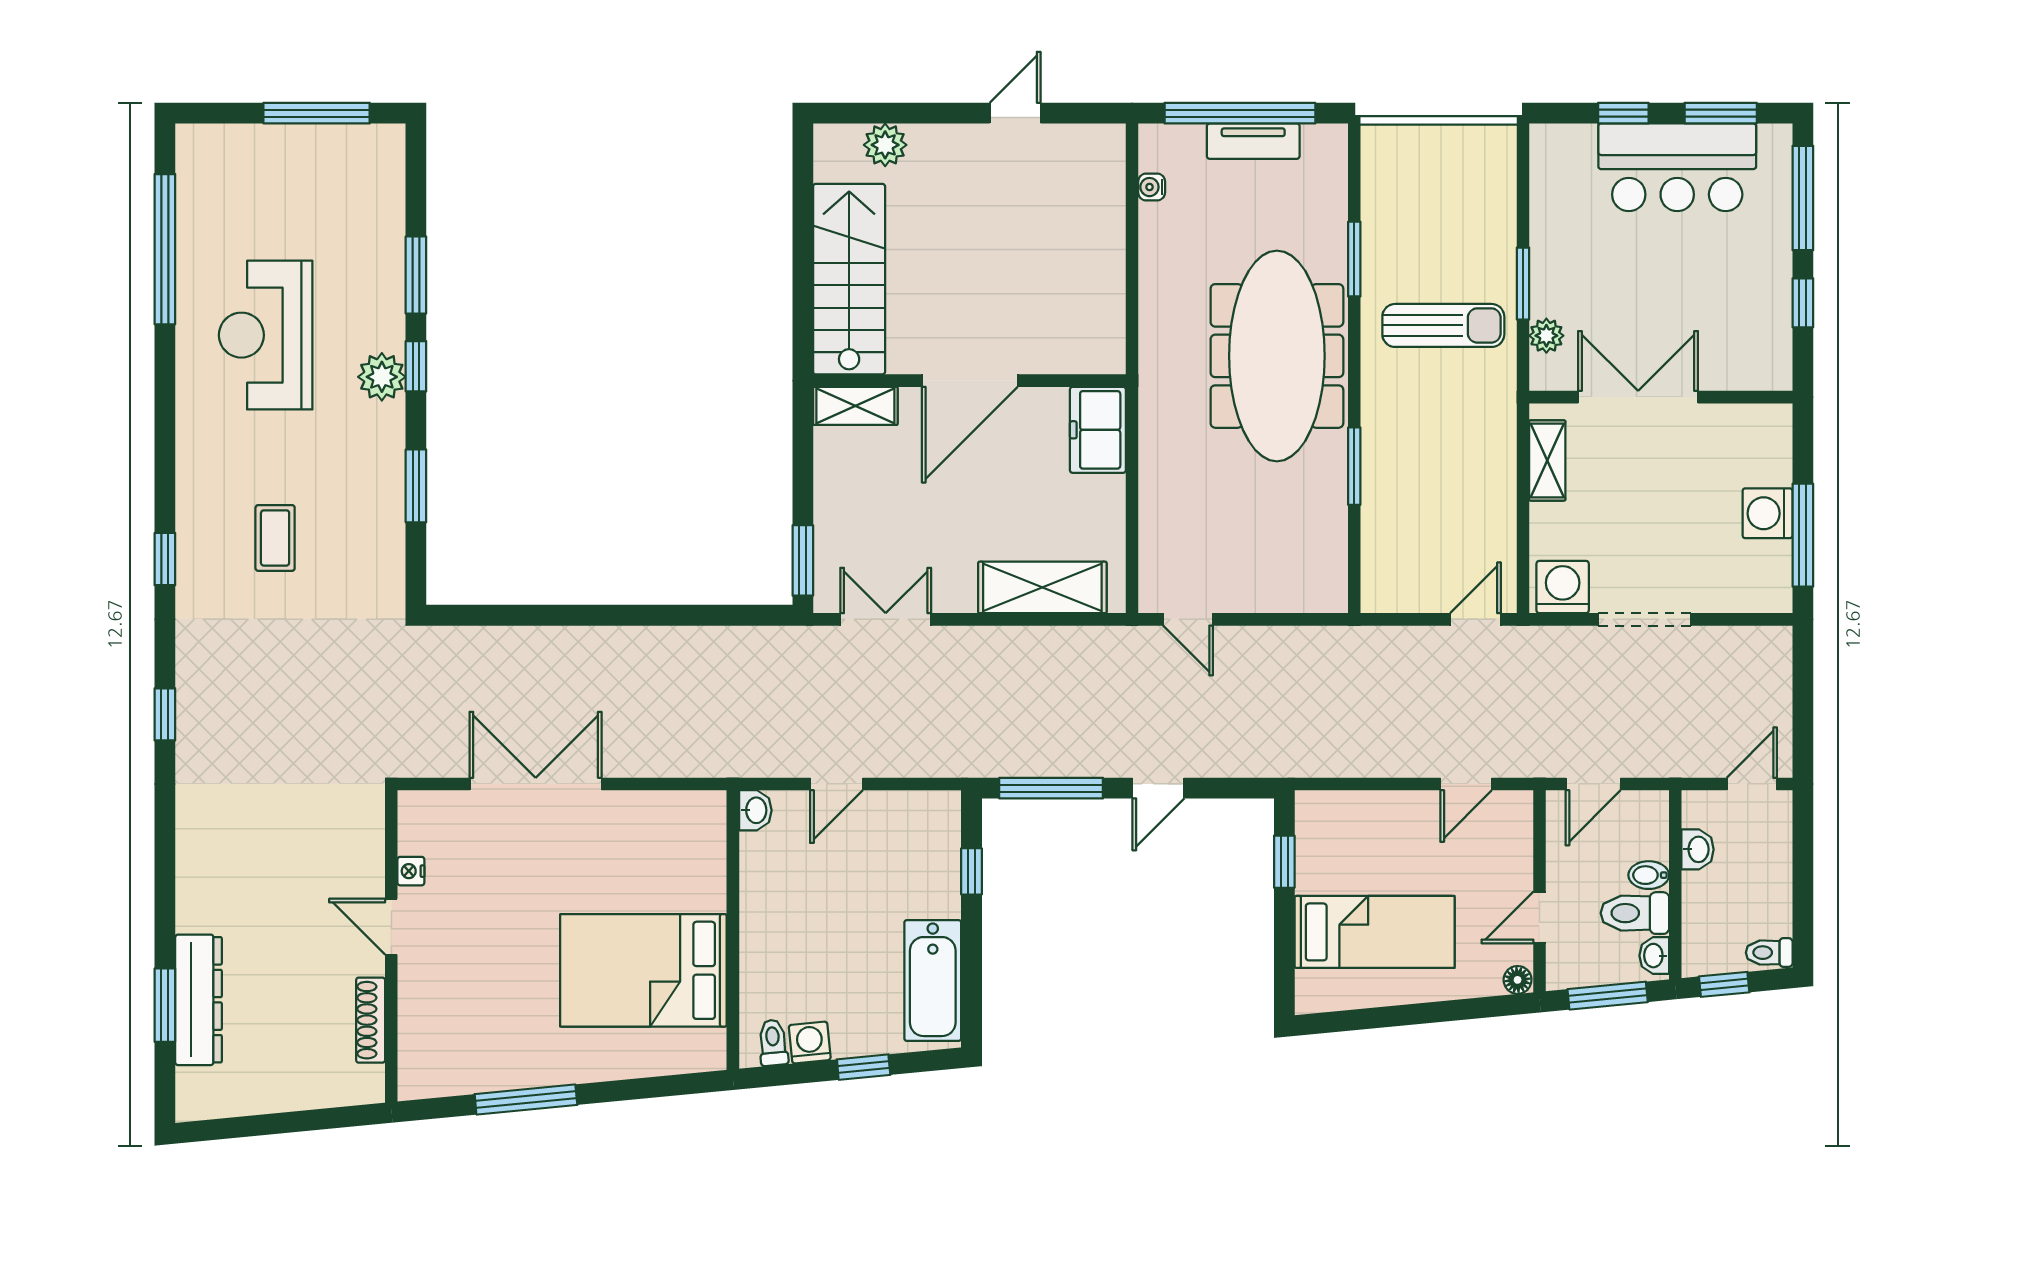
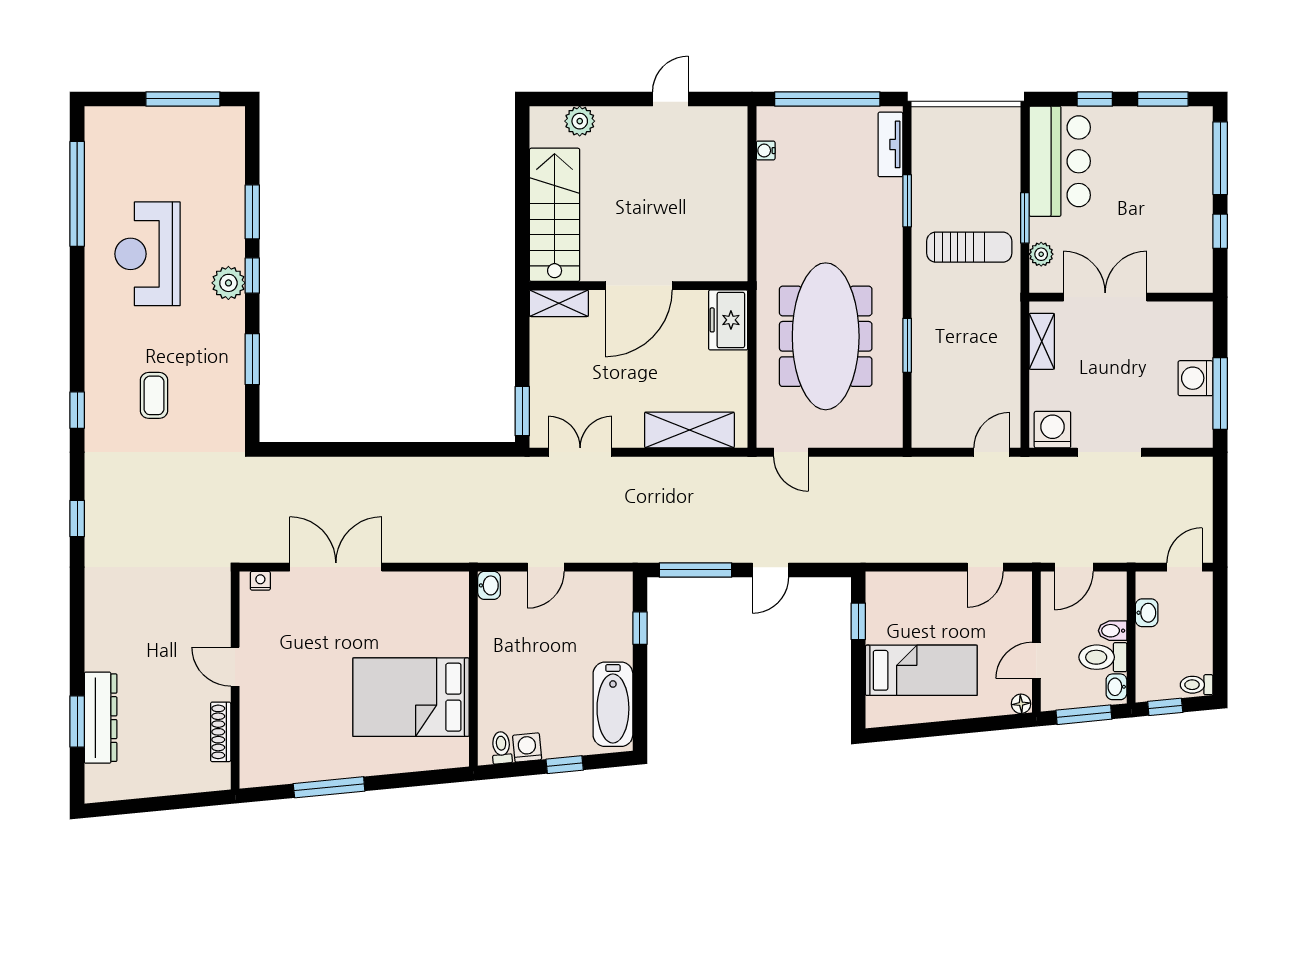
tv unit: (1253, 141) -> (890, 144), moved, turned 90
bar counter: (1677, 167) -> (1060, 161), moved, turned -90
meeting table: (1277, 356) -> (826, 336), moved
nightstand: (411, 871) -> (260, 581), moved, turned 90

